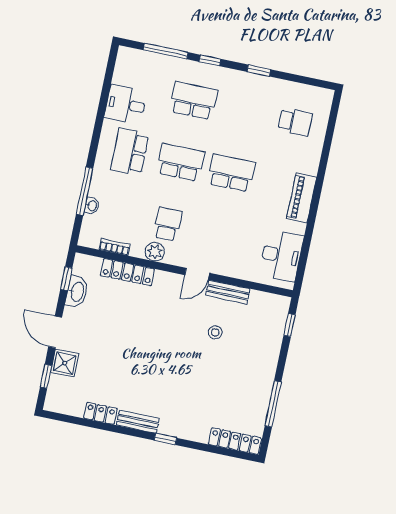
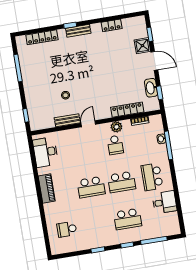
school desk: (130, 152) -> (152, 177), turned 180
bench: (138, 422) -> (78, 31), moved
locker: (235, 441) -> (42, 37), moved

